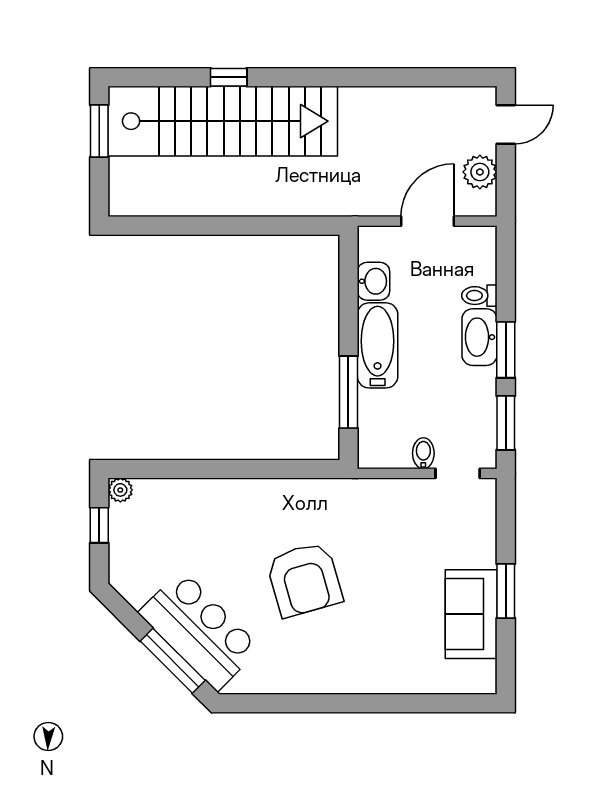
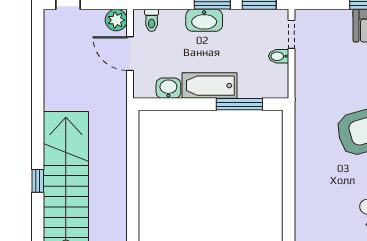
plant: (480, 172) -> (116, 20), moved
toilet: (479, 296) -> (152, 20), moved

